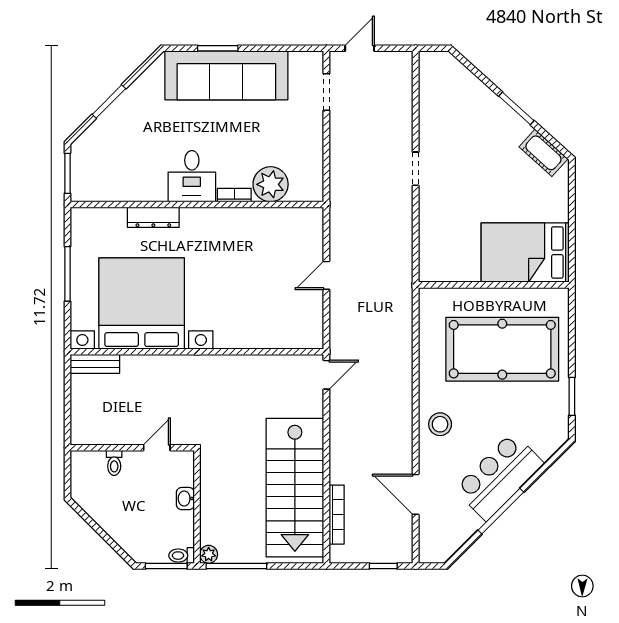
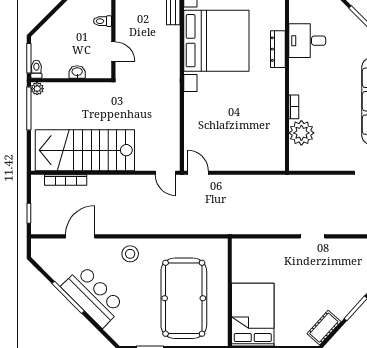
desk: (192, 176) -> (307, 41), moved
door: (326, 275) -> (198, 173), moved

